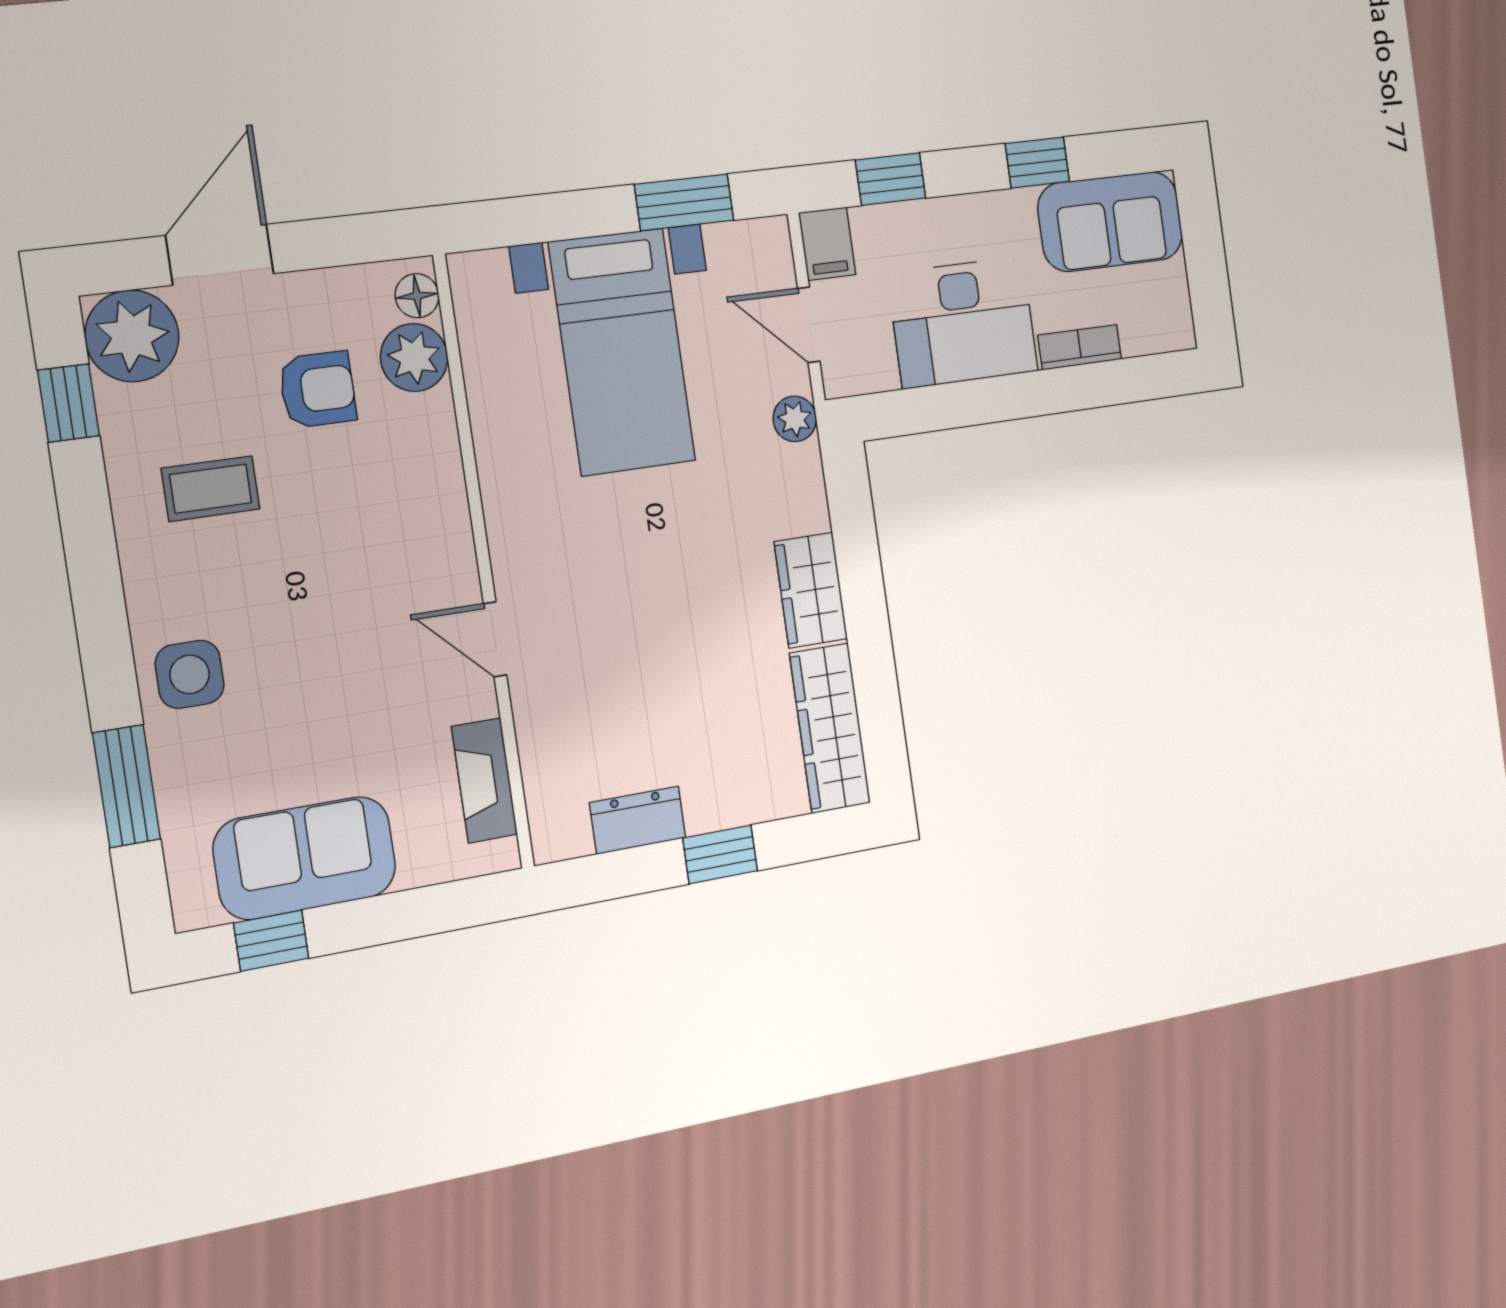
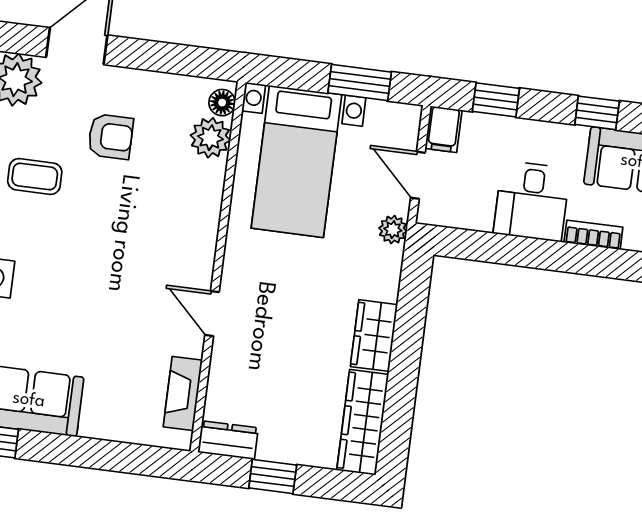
floor lamp: (417, 296) -> (222, 103), moved
desk: (963, 322) -> (532, 201), width x0.73
plant: (414, 357) -> (210, 138), moved
wall: (484, 562) -> (218, 267), moved
door: (495, 639) -> (212, 314), moved
fireplace: (484, 780) -> (183, 394), moved

